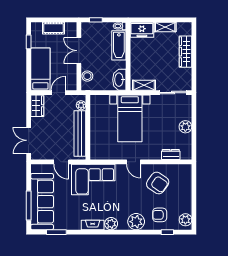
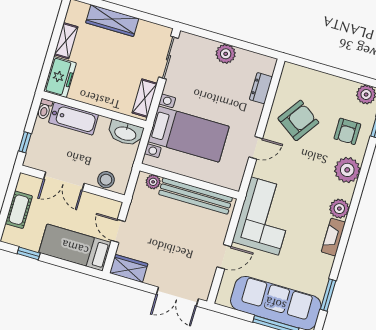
plant: (81, 105) -> (153, 182), moved
wall: (88, 127) -> (189, 181), moved
bench: (80, 134) -> (195, 196), moved

